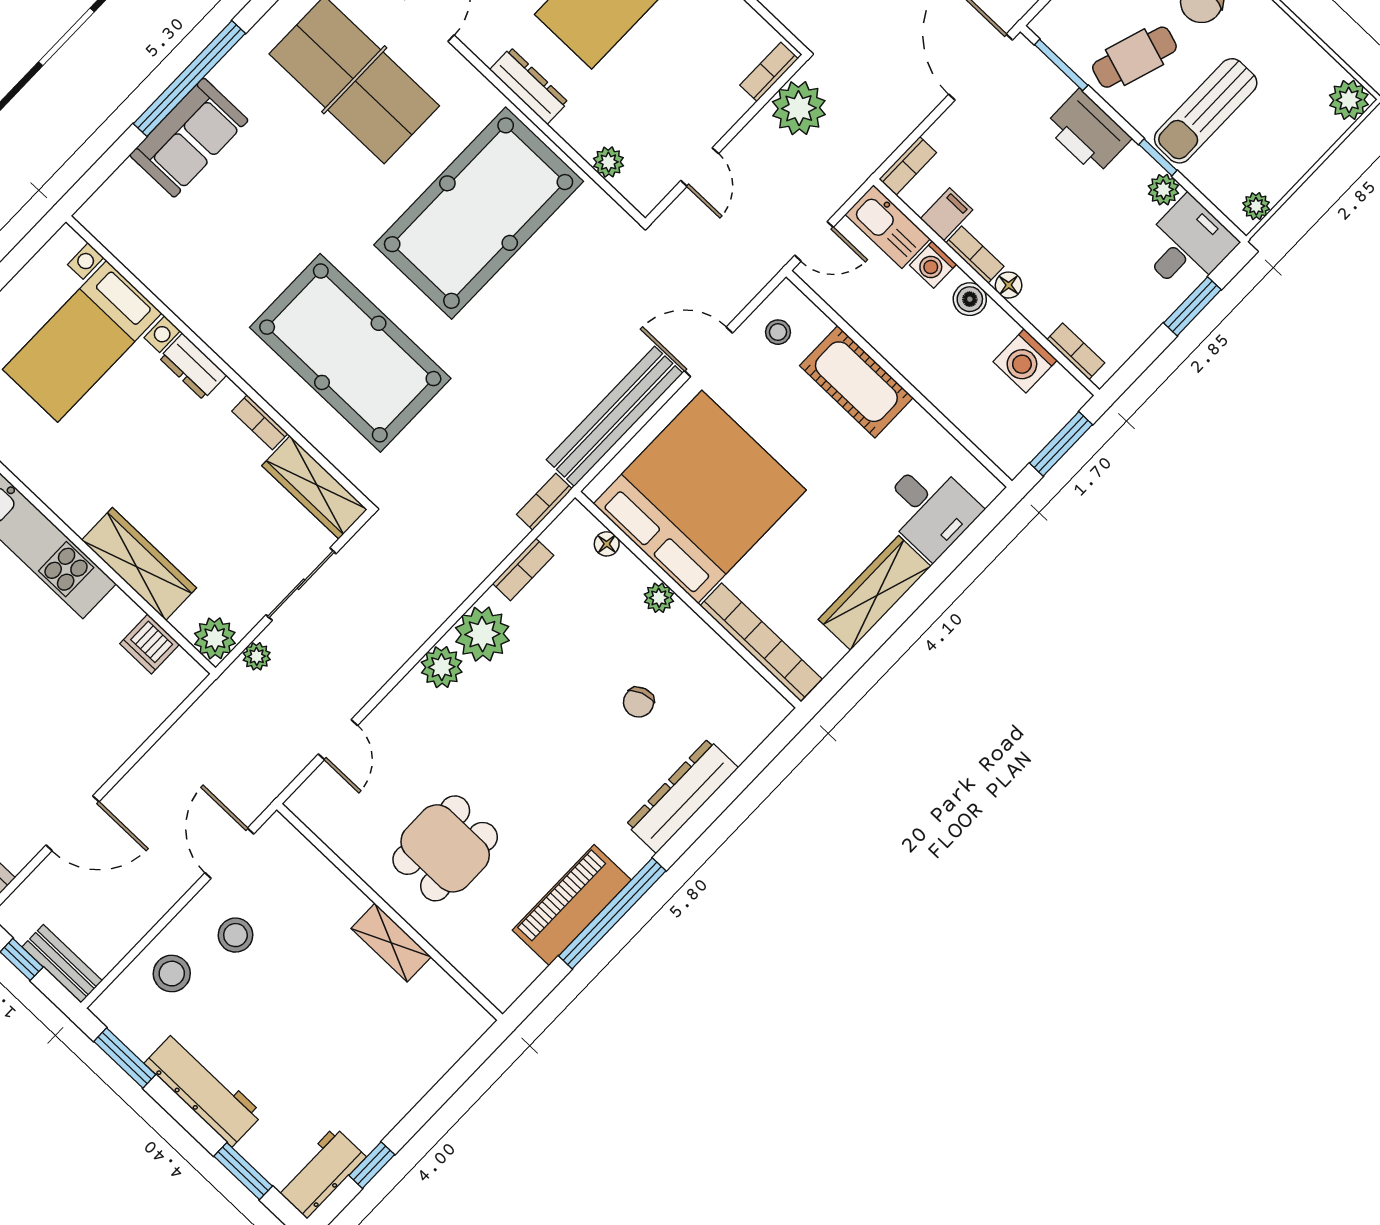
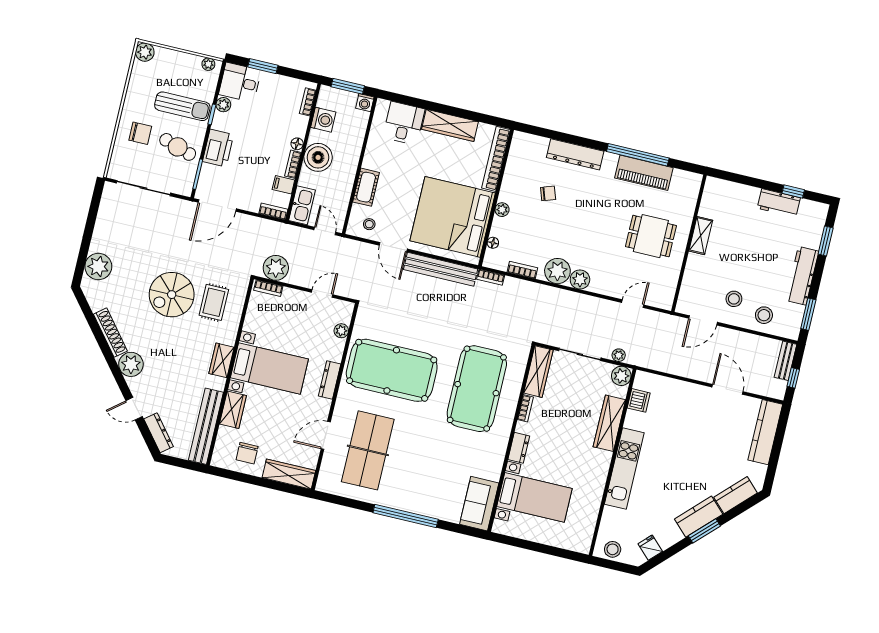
sofa: (189, 138) -> (479, 504), moved, turned -90
washing machine: (933, 265) -> (365, 103), moved, turned 90
boiler: (970, 299) -> (318, 157), width x1.86, depth x1.86
cot: (856, 382) -> (366, 187), width x0.73, depth x0.75
workbench: (321, 1173) -> (779, 203), moved

